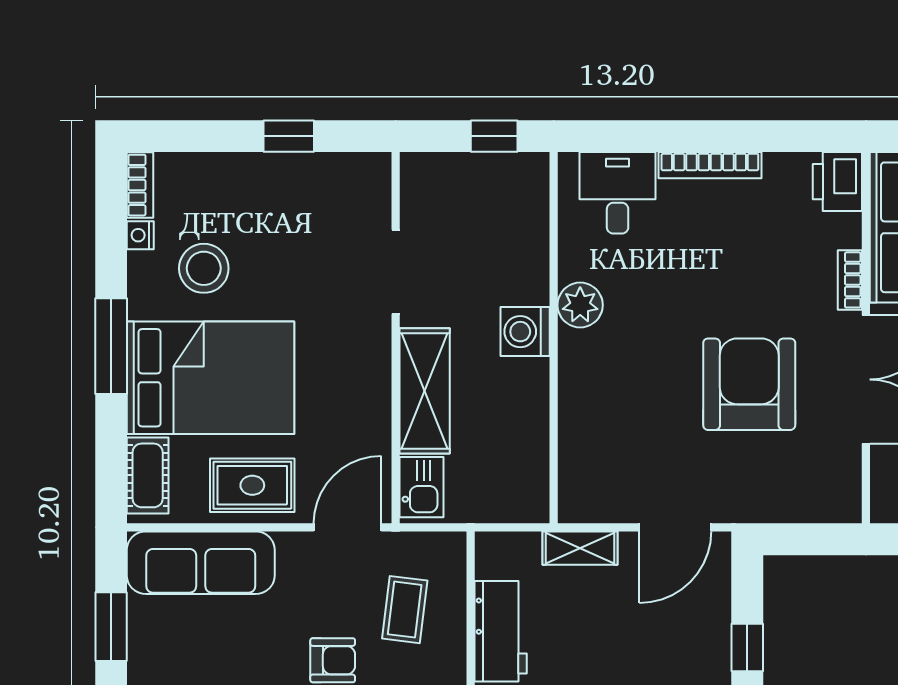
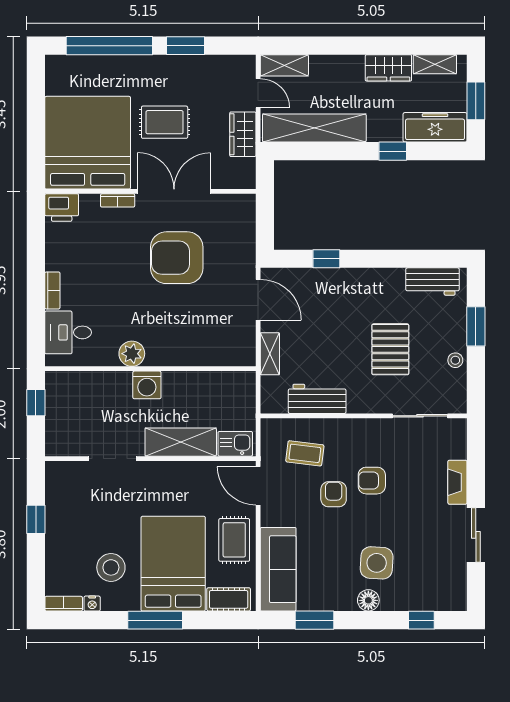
bookcase: (710, 165) -> (52, 290), width x0.64

